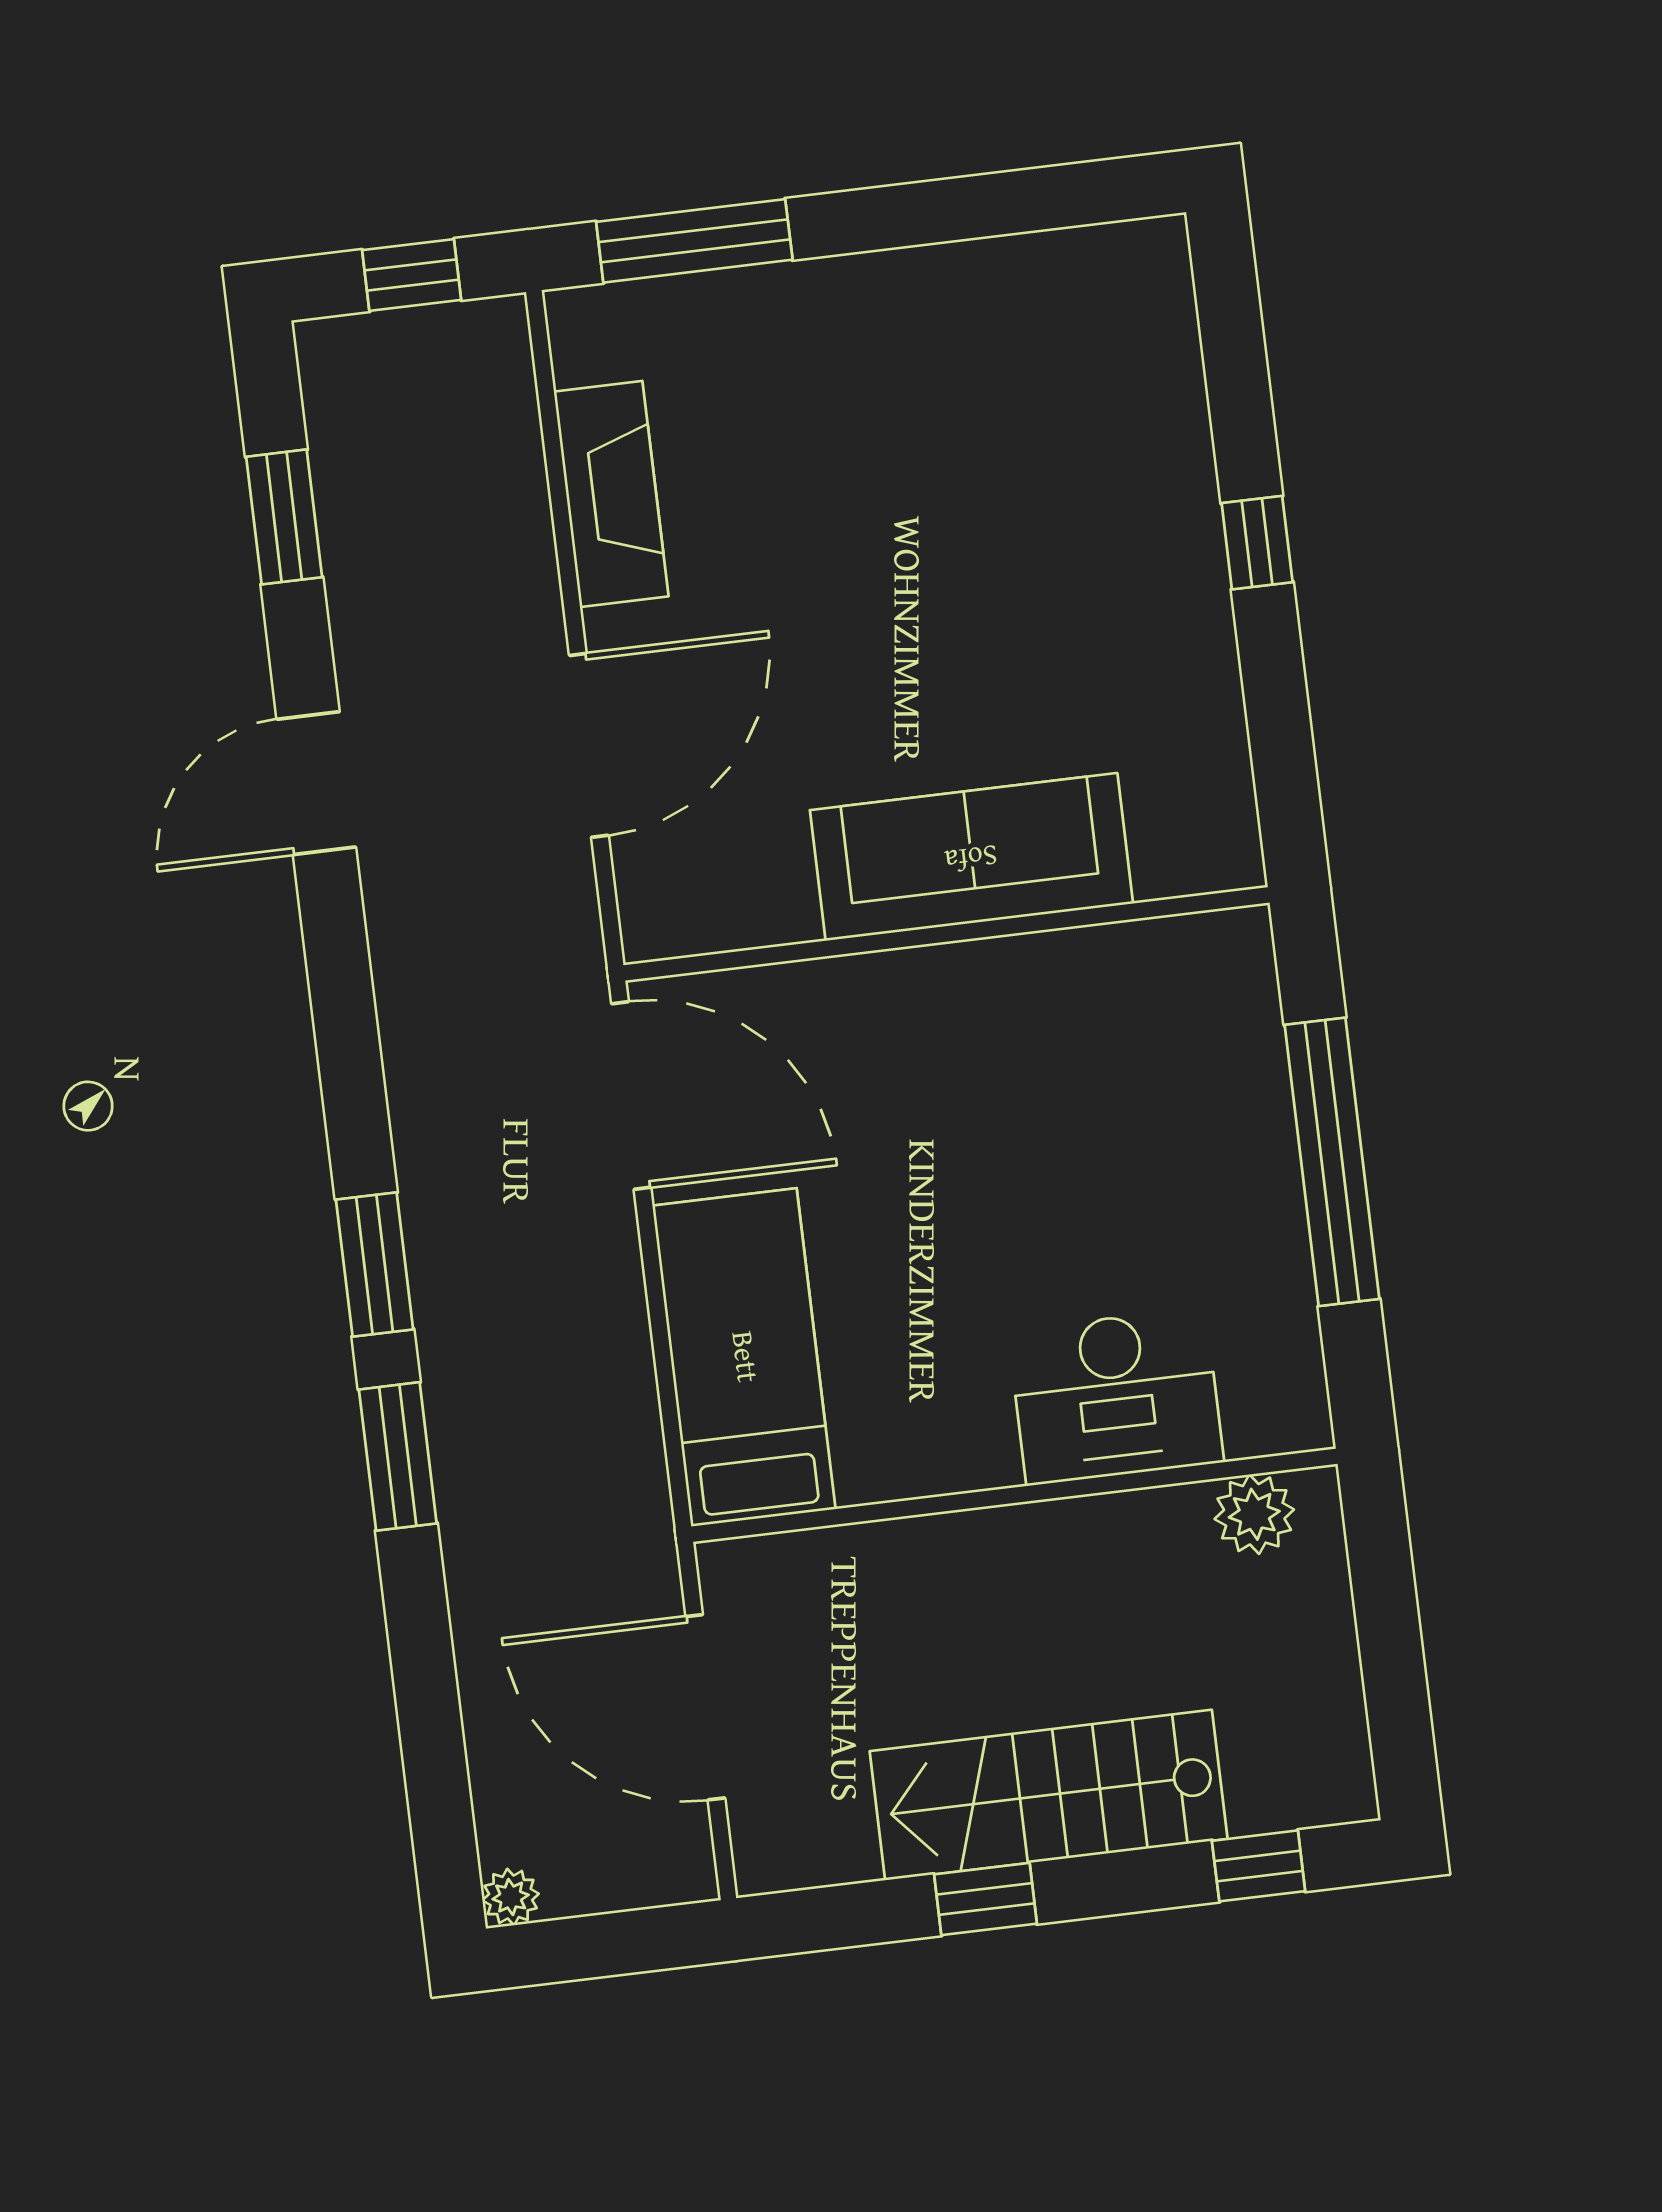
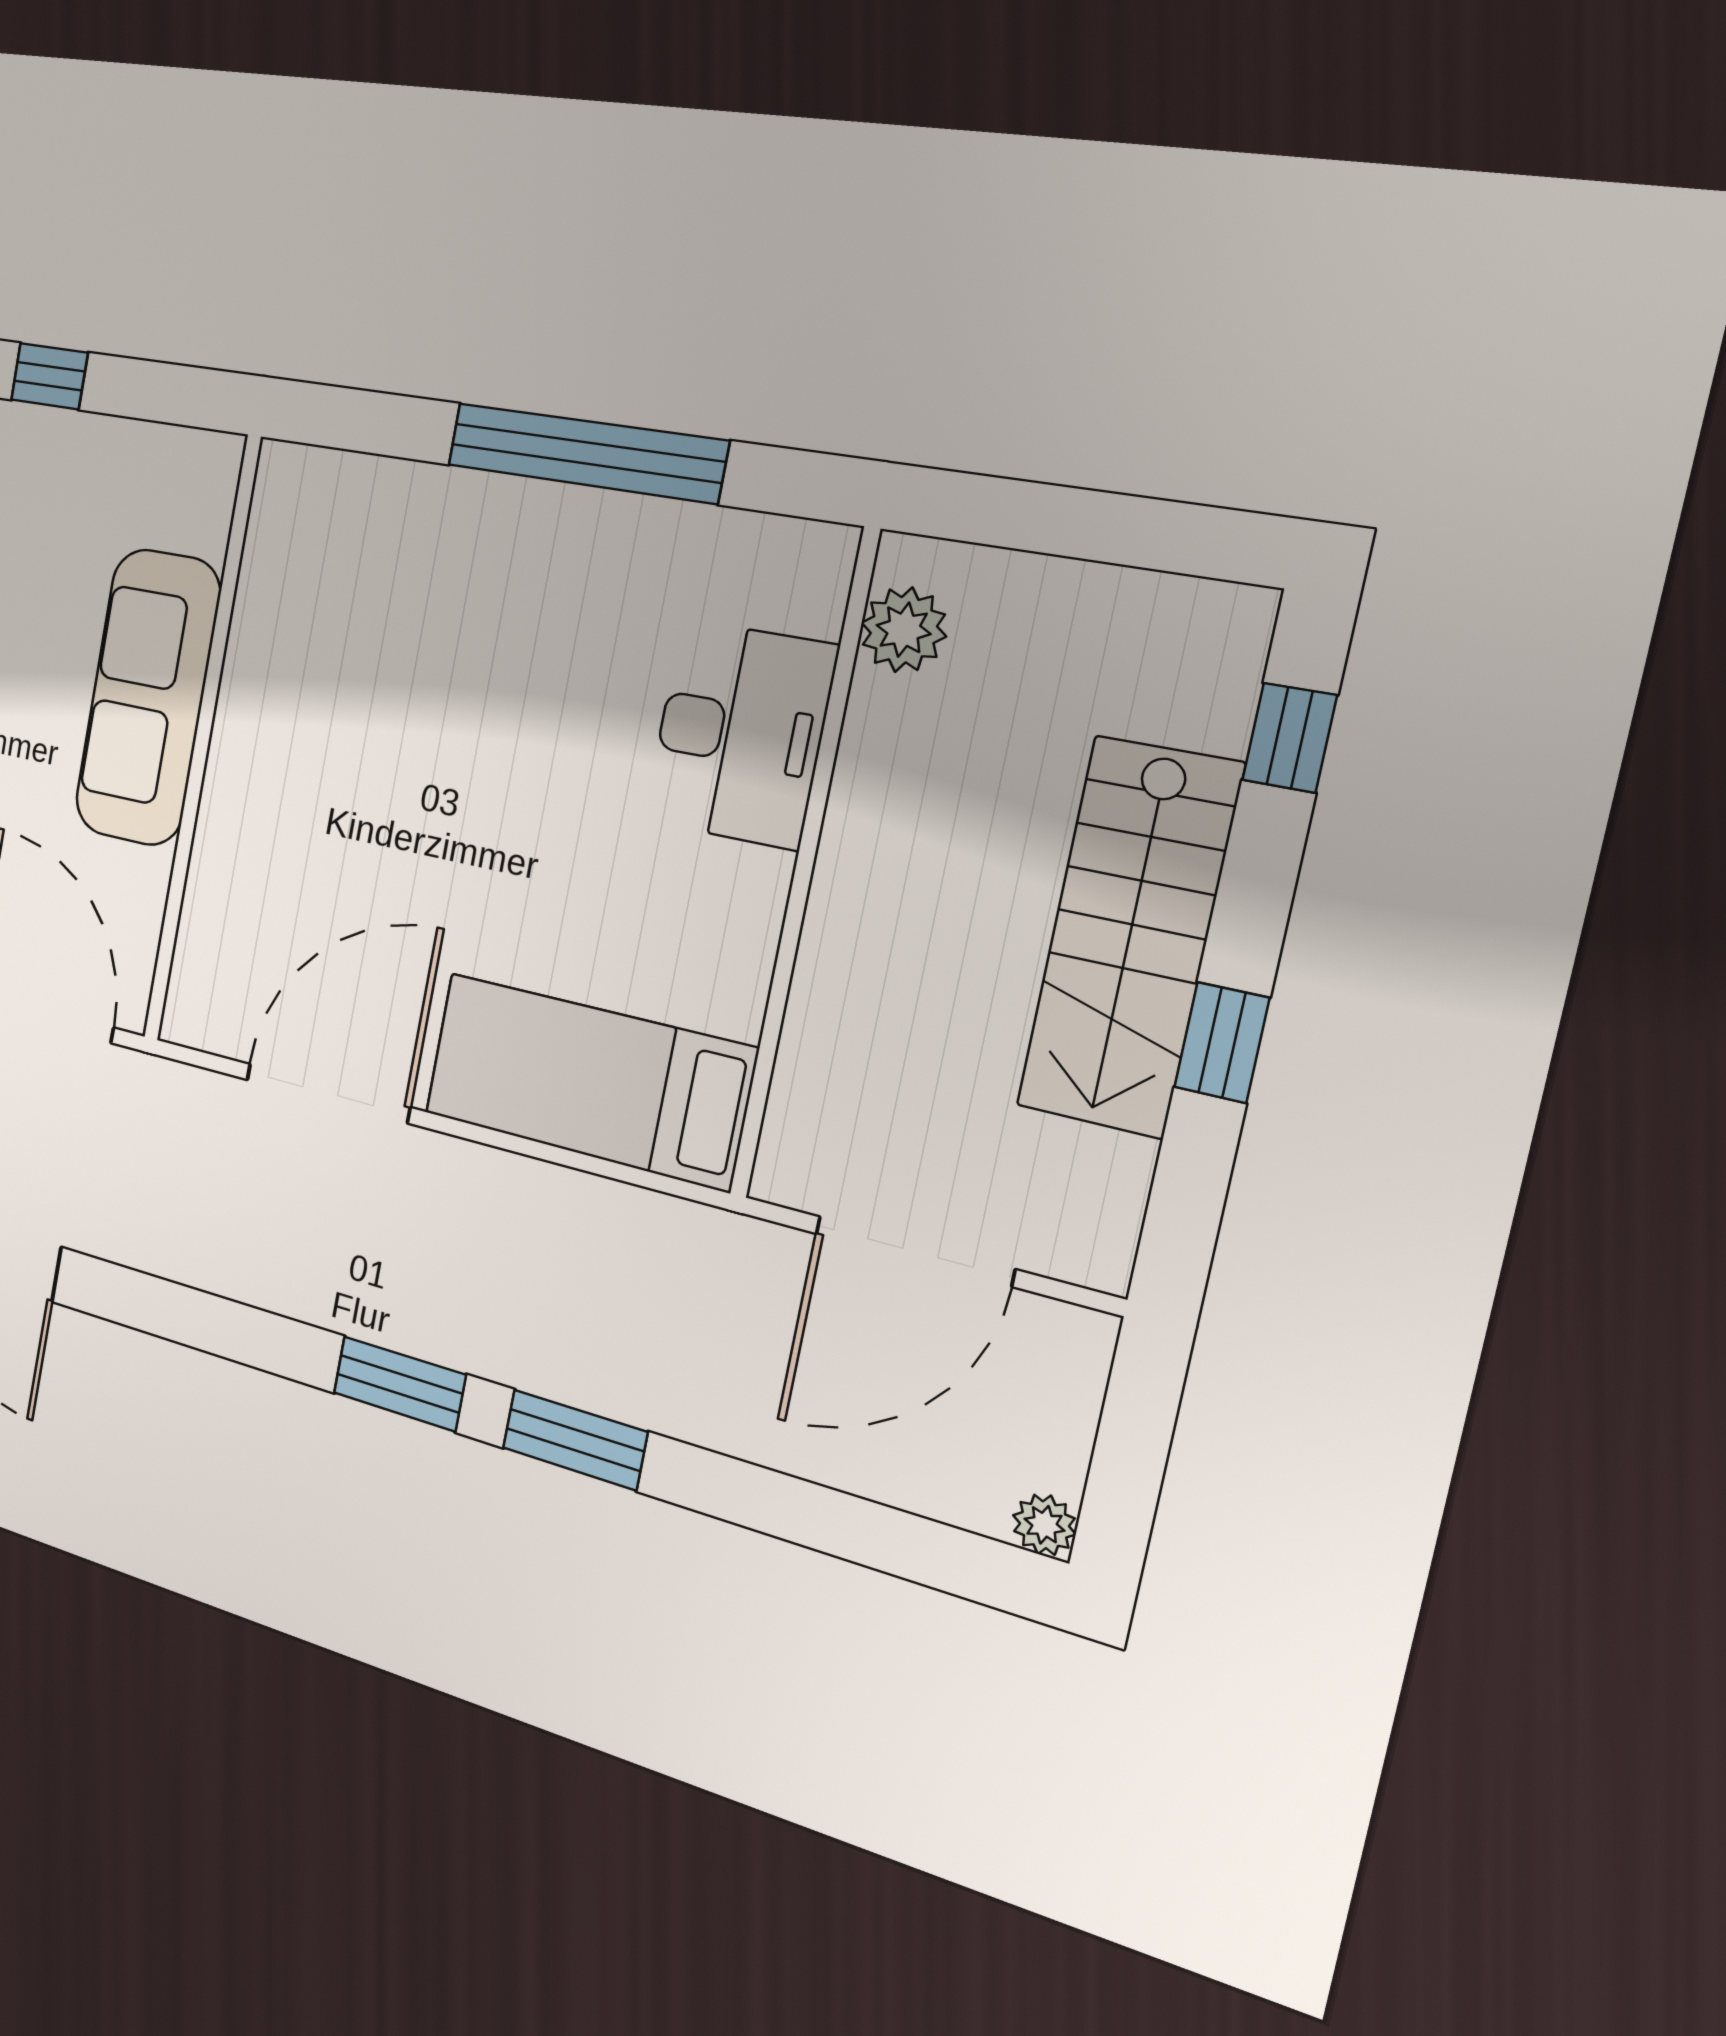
sofa: (971, 857) -> (148, 698), moved
wall: (947, 934) -> (202, 741), moved

